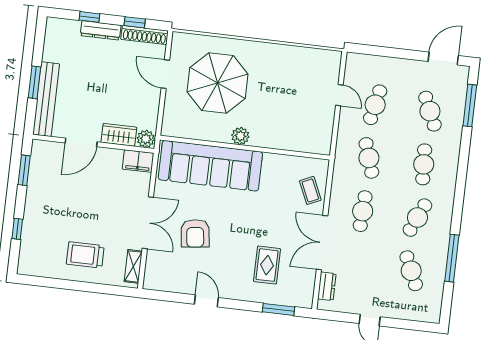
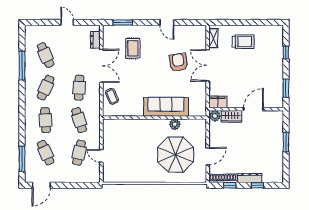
door: (165, 74) -> (208, 156), hinge flipped
bench: (46, 99) -> (278, 133), removed
plant: (240, 136) -> (175, 124), moved
sofa: (210, 166) -> (166, 107), width x0.74, depth x0.79

